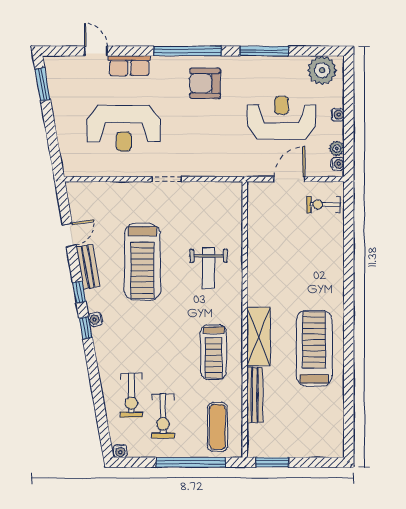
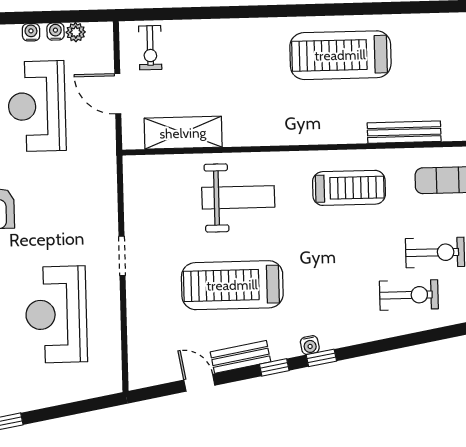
reception desk: (124, 128) -> (56, 314), turned 180
water cooler: (338, 164) -> (55, 32), moved
treadmill: (142, 262) -> (232, 285), turned 180
weight bench: (209, 268) -> (238, 197), width x1.36, depth x1.33
shelving: (259, 336) -> (183, 133), moved

